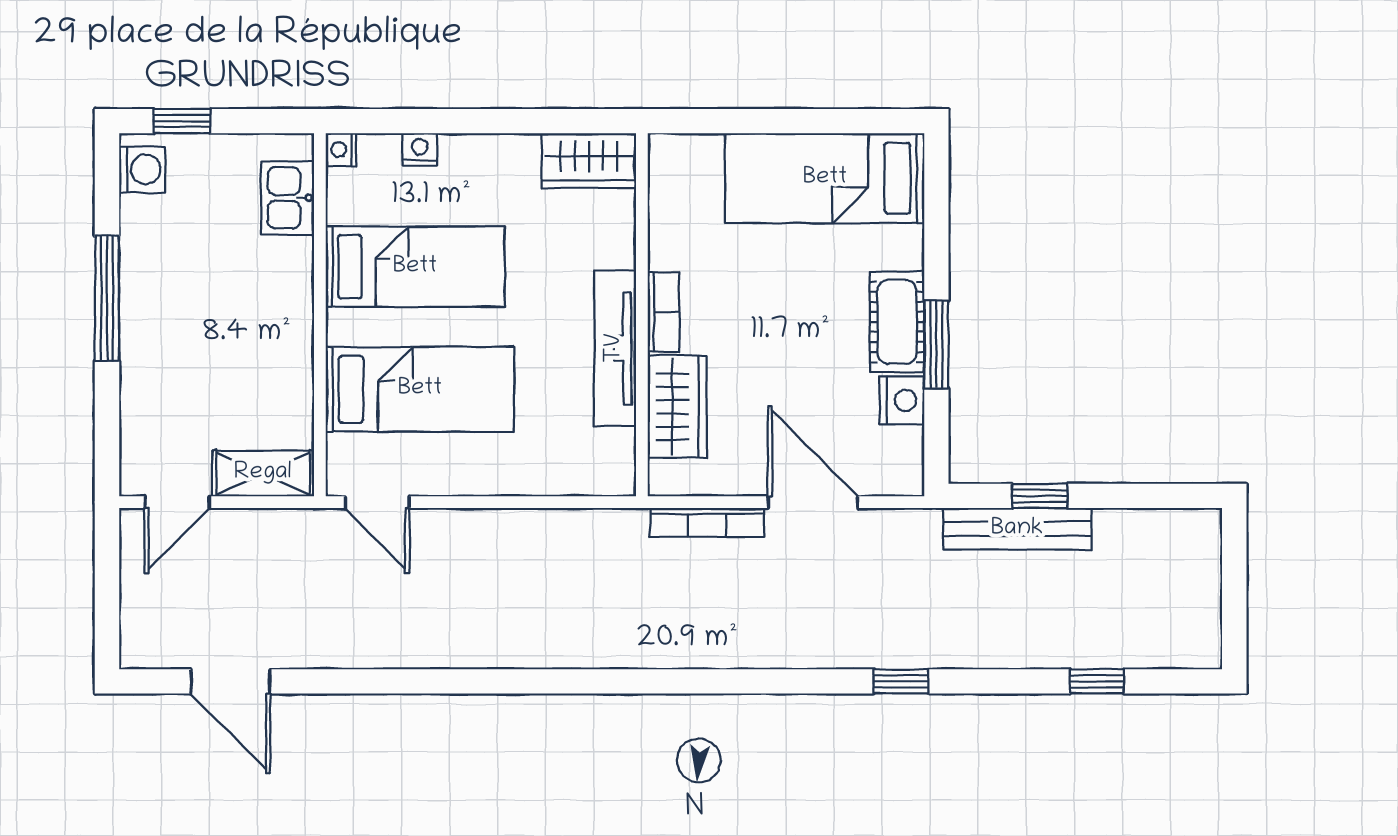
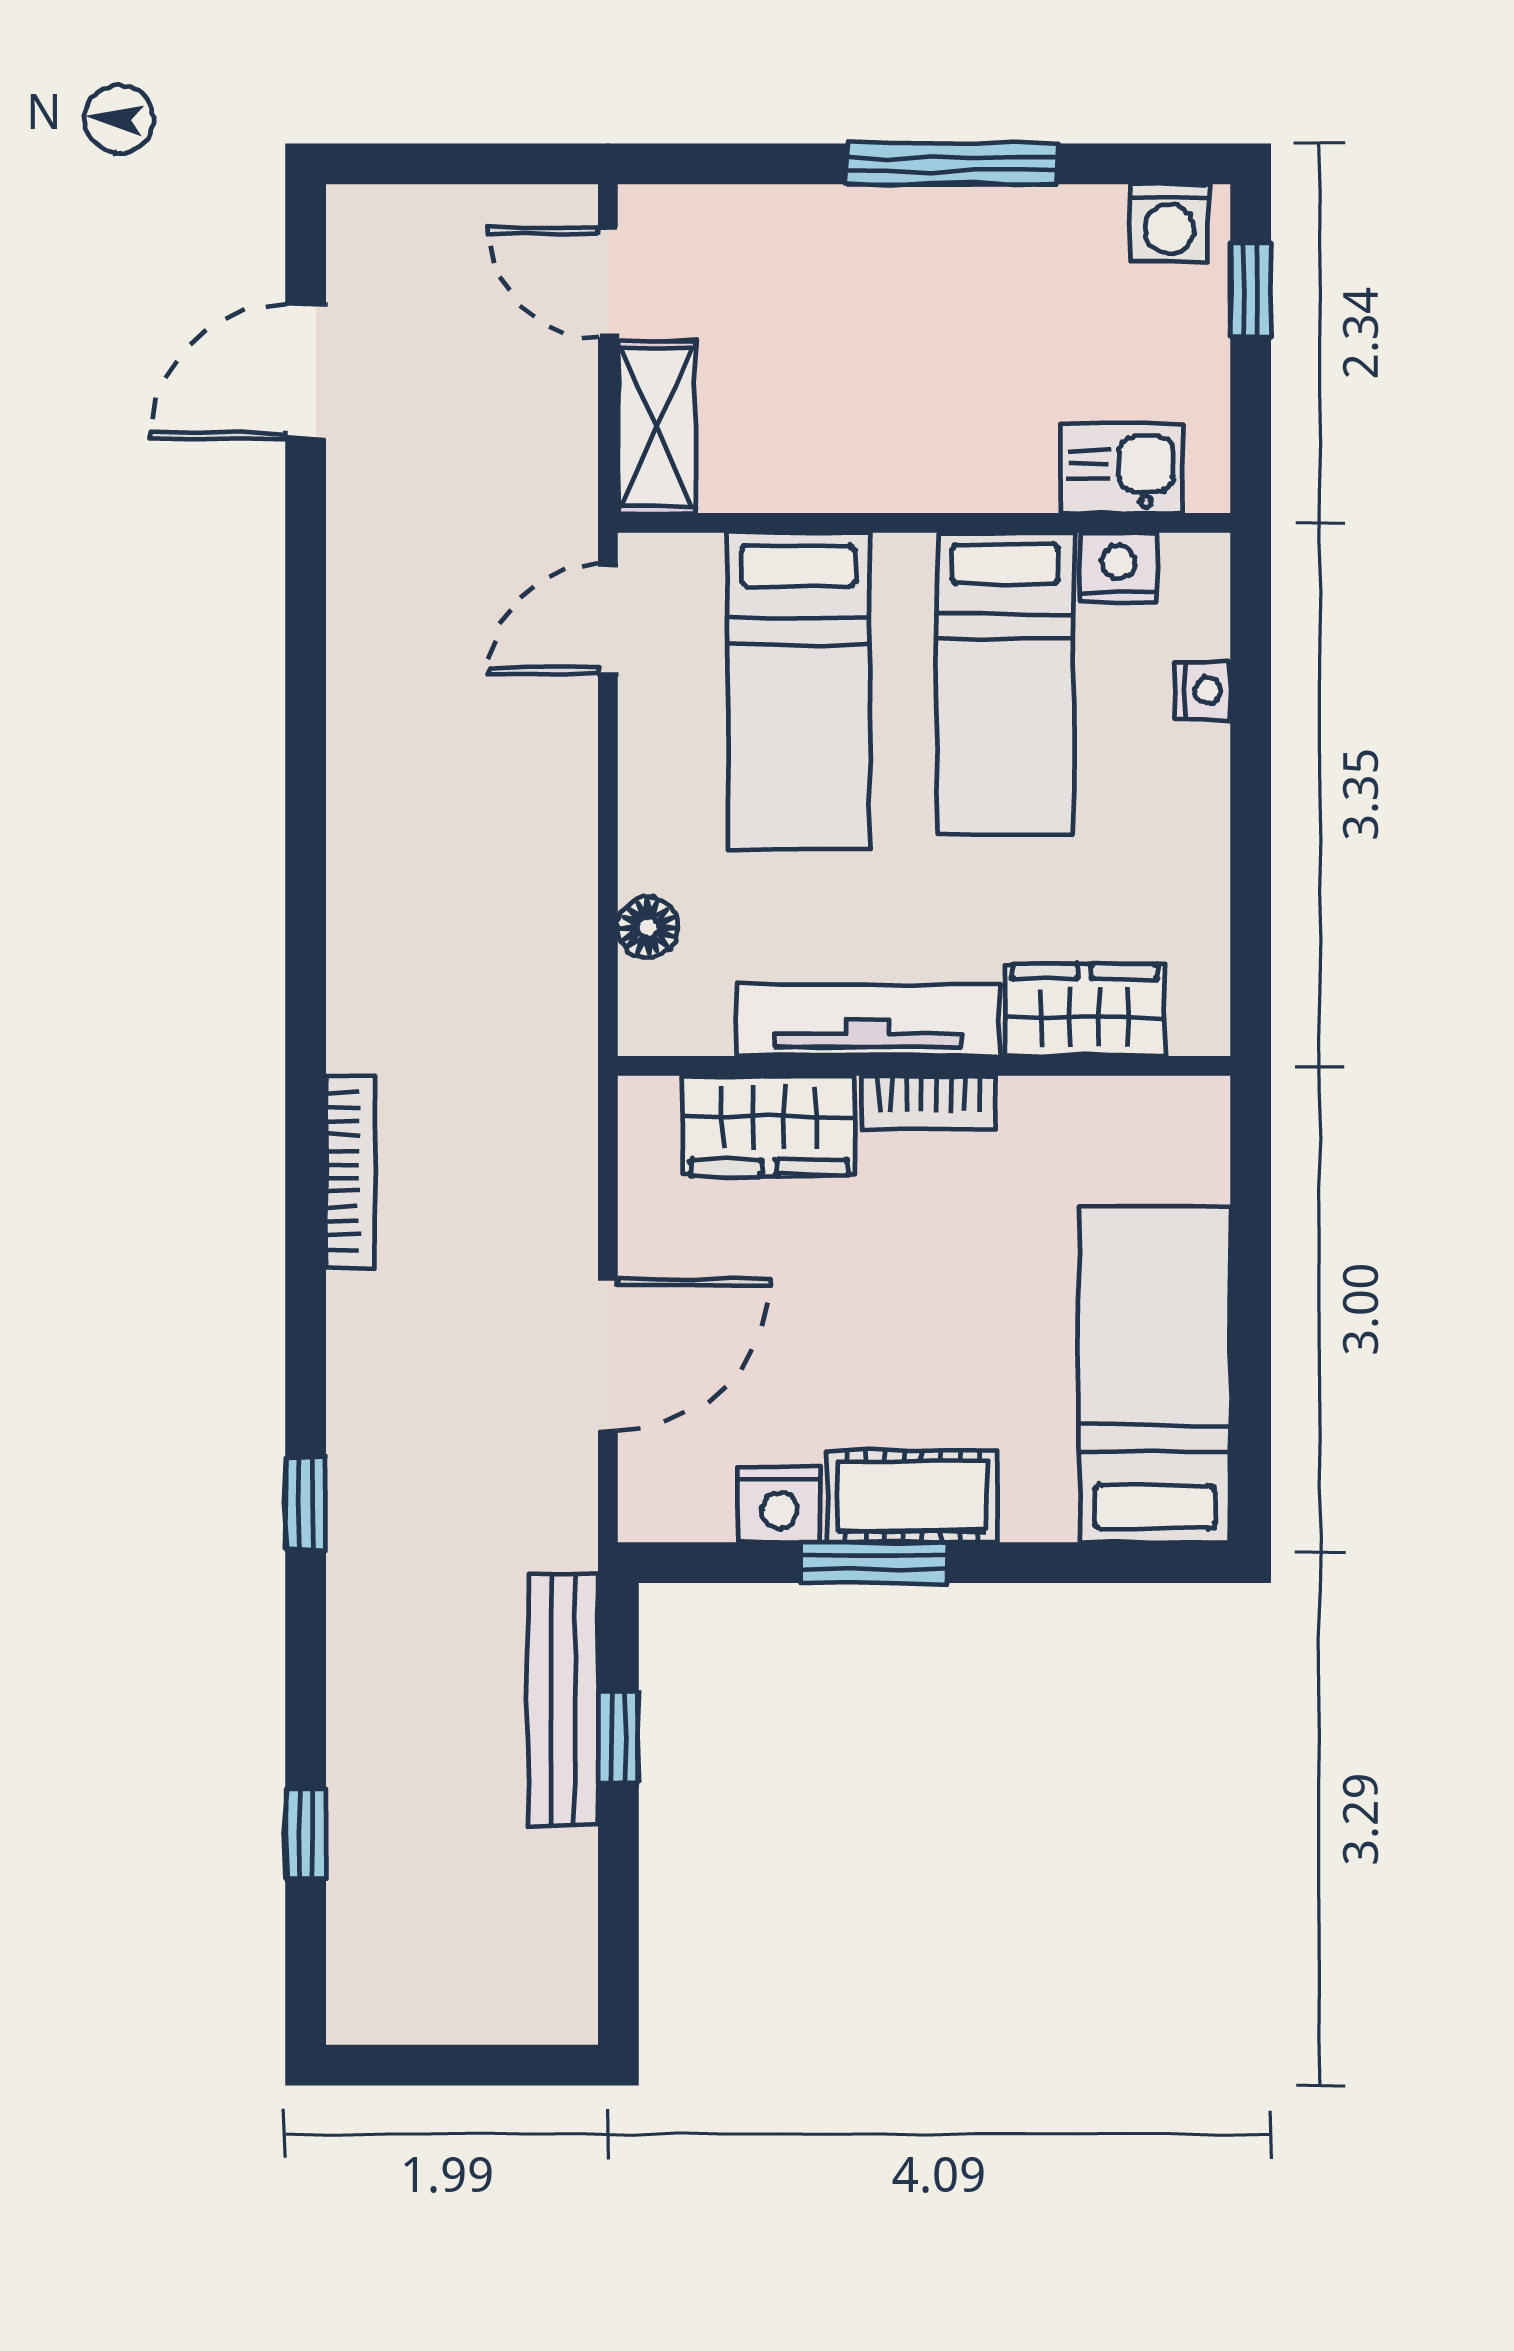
nightstand: (341, 150) -> (1118, 568), moved, width x1.39, depth x1.35
wardrobe: (589, 160) -> (1085, 1010), moved, turned 90
floor lamp: (560, 478) -> (648, 928), added
bookcase: (707, 523) -> (350, 1171), moved, turned 180

